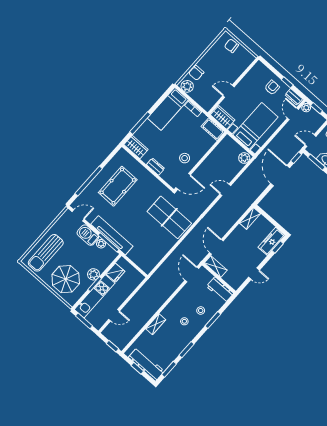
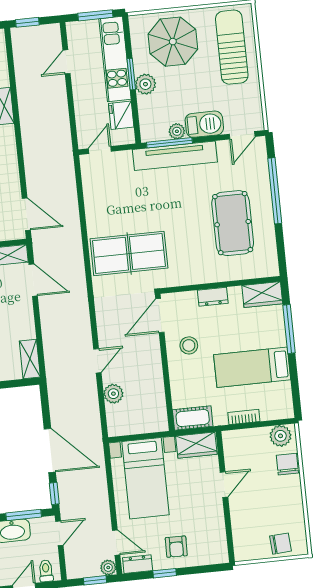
bed: (168, 109) -> (252, 367), moved, turned -90
plant: (244, 158) -> (113, 394), moved
door: (138, 268) -> (100, 150), added

